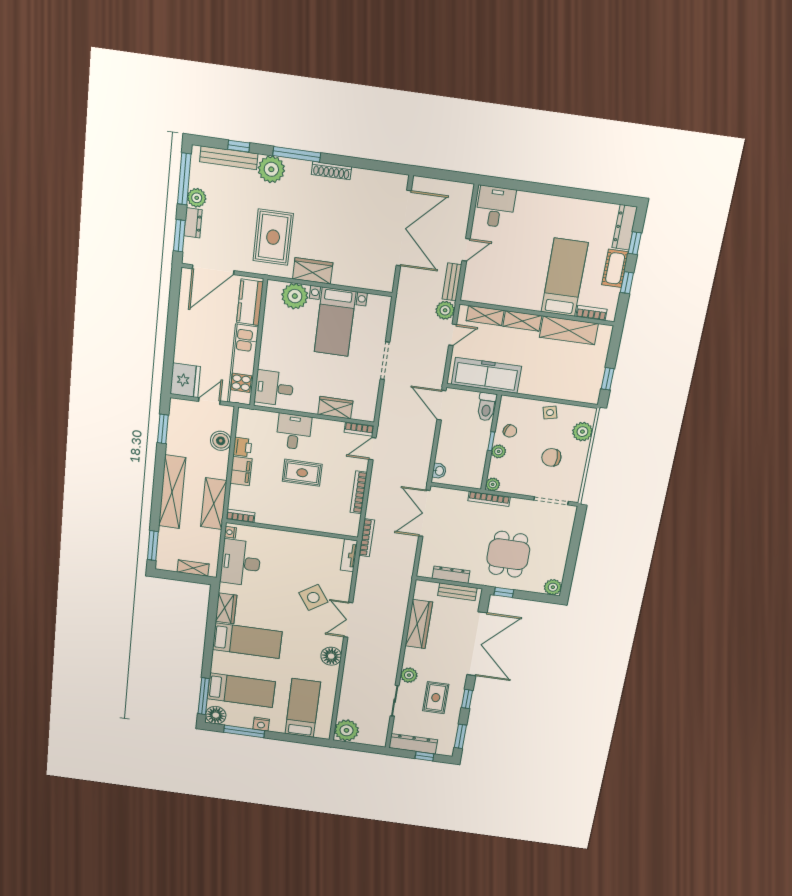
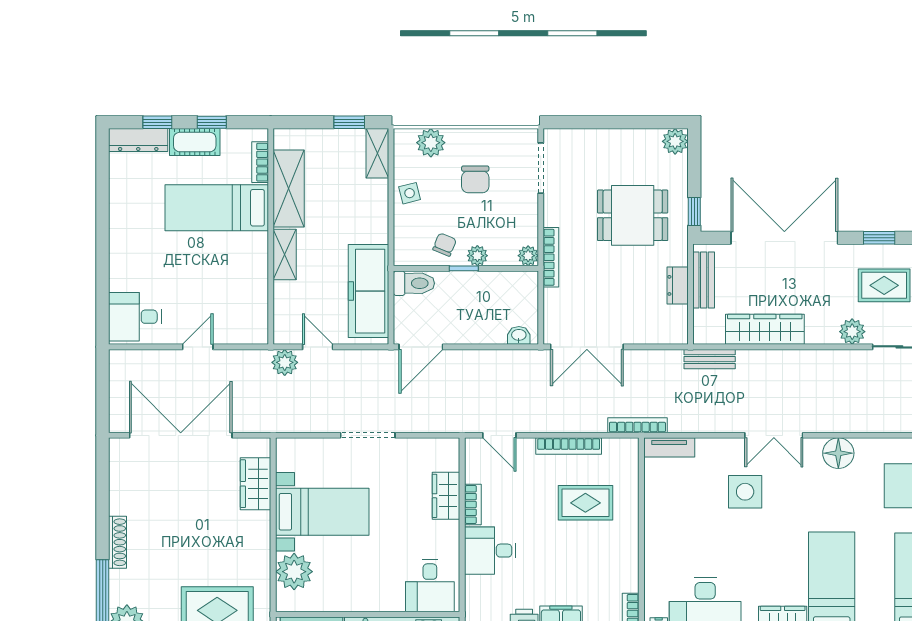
door: (466, 250) -> (198, 347), hinge flipped
wardrobe: (313, 271) -> (256, 484), moved
bench: (452, 282) -> (710, 359), moved
shelving: (485, 316) -> (377, 153), moved
bookcase: (359, 429) -> (473, 504), moved
rug: (302, 473) -> (585, 503), moved, turned 90
dresser: (451, 575) -> (678, 285), width x0.70
side table: (313, 597) -> (745, 492), turned 34

